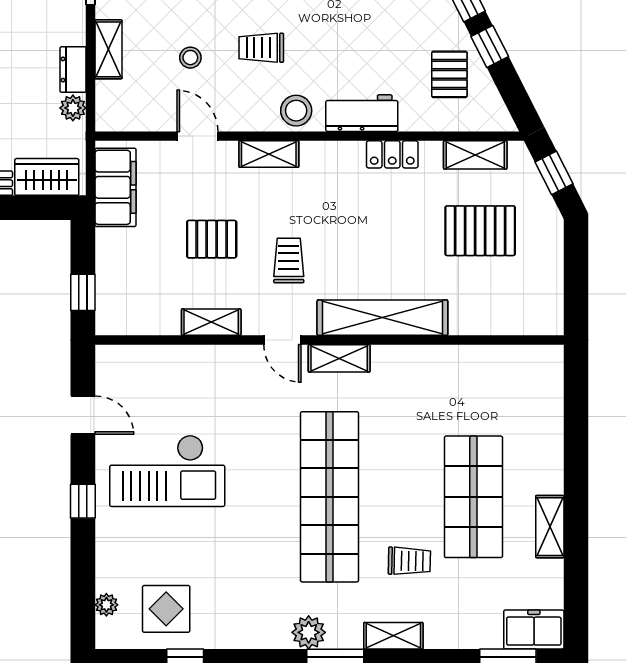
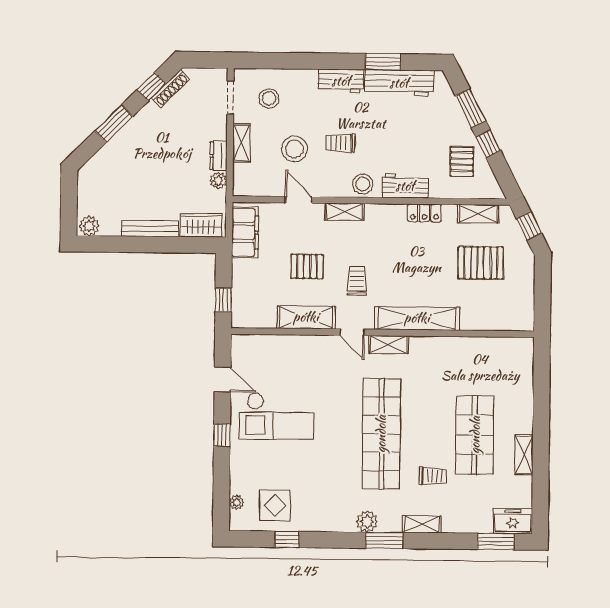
stool: (190, 58) -> (294, 149), width x1.89, depth x1.89
shelving: (211, 322) -> (306, 317), width x1.50, depth x1.33

